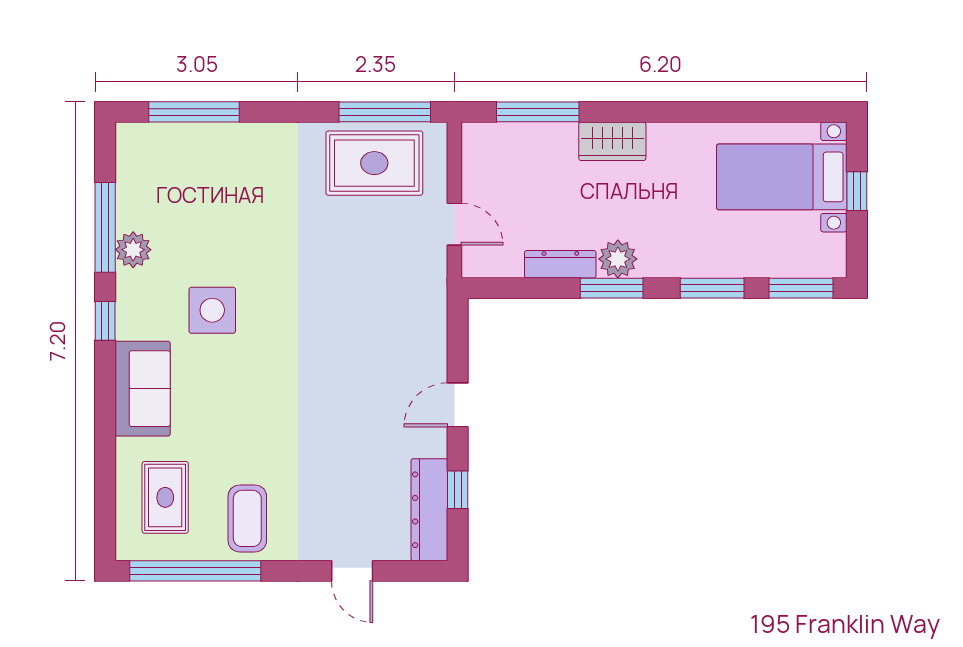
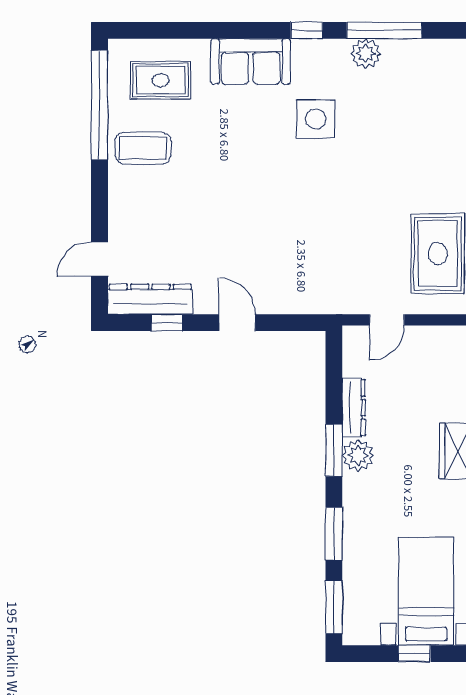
door: (352, 571) -> (99, 259), moved

